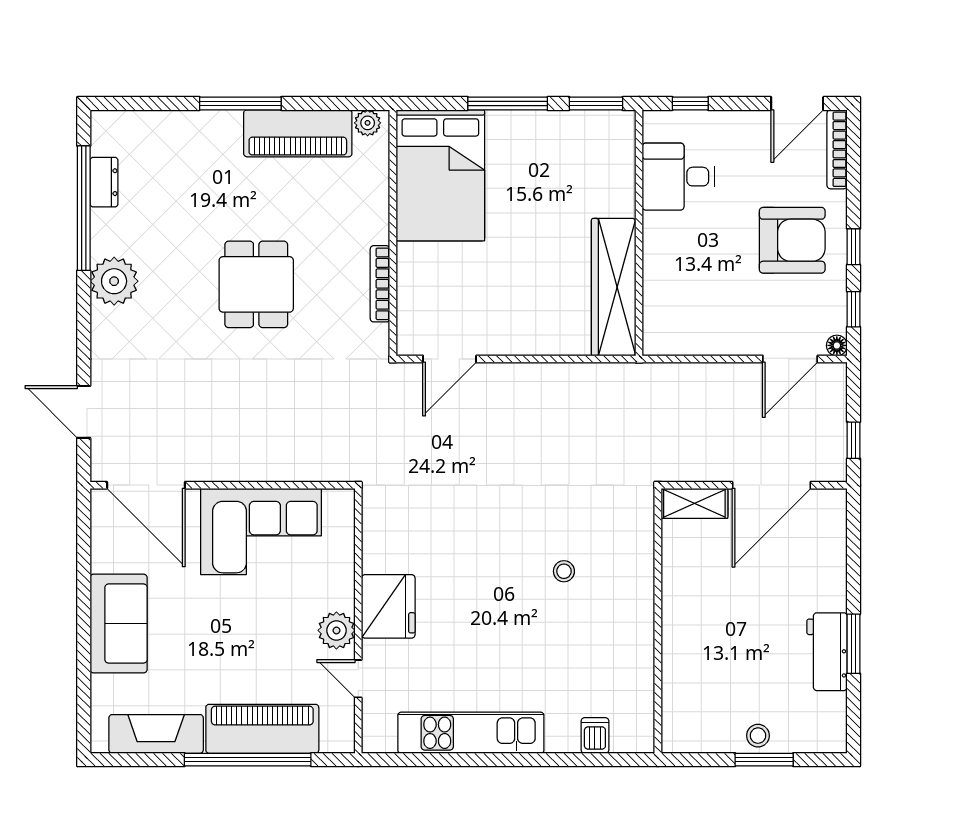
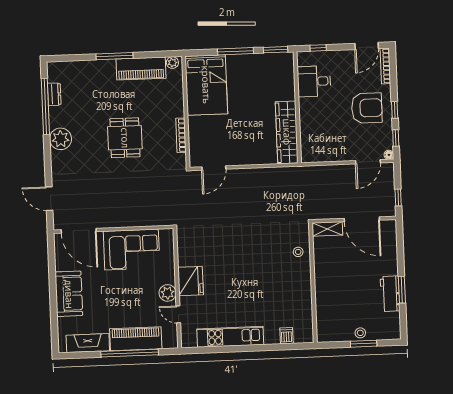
door: (771, 485) -> (362, 219), hinge flipped
stool: (564, 571) -> (298, 252), moved

